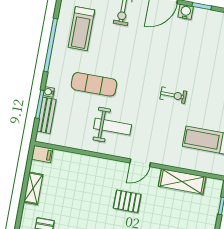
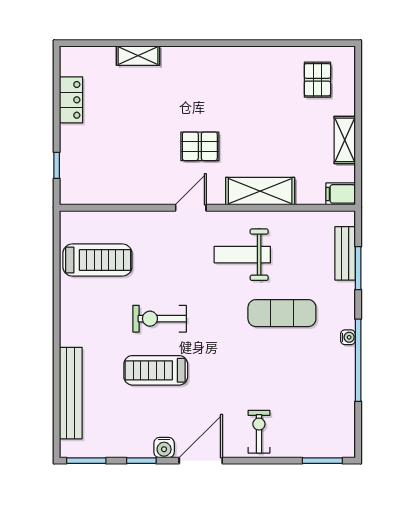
treadmill: (81, 29) -> (156, 370), moved, turned -90
water cooler: (49, 92) -> (348, 337), moved
exercise bike: (173, 95) -> (160, 319), width x1.38, depth x1.39
shelving: (182, 181) -> (260, 191), moved

